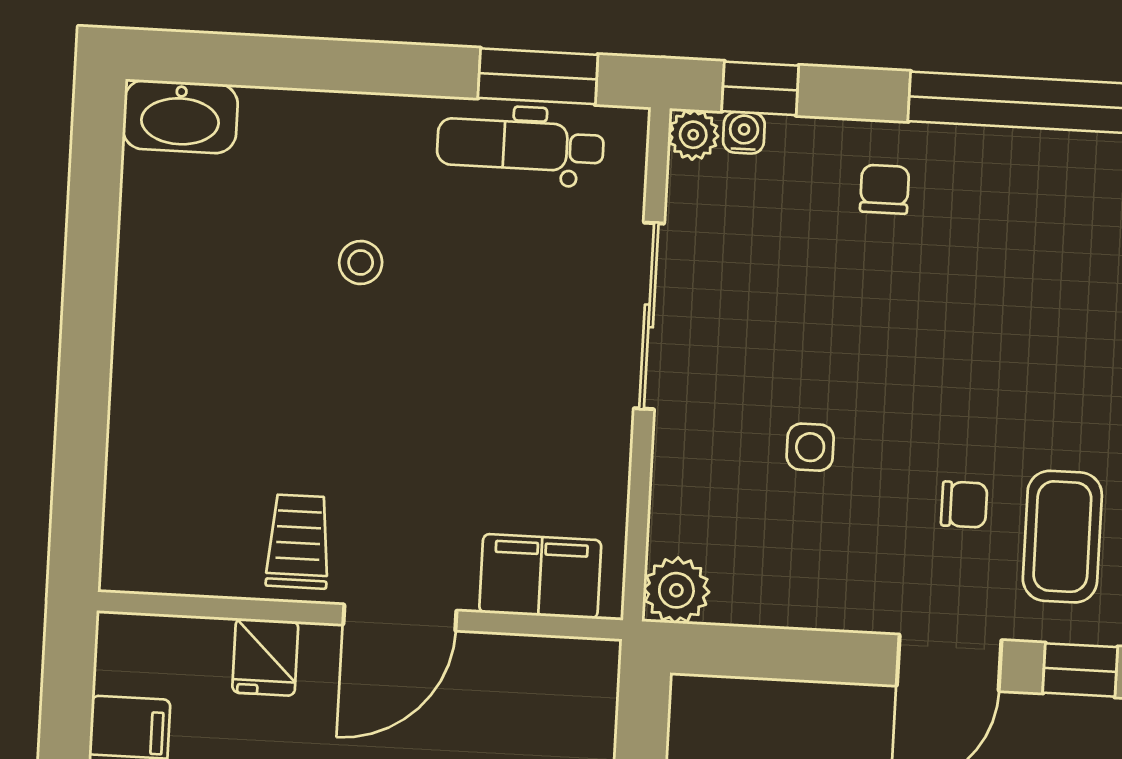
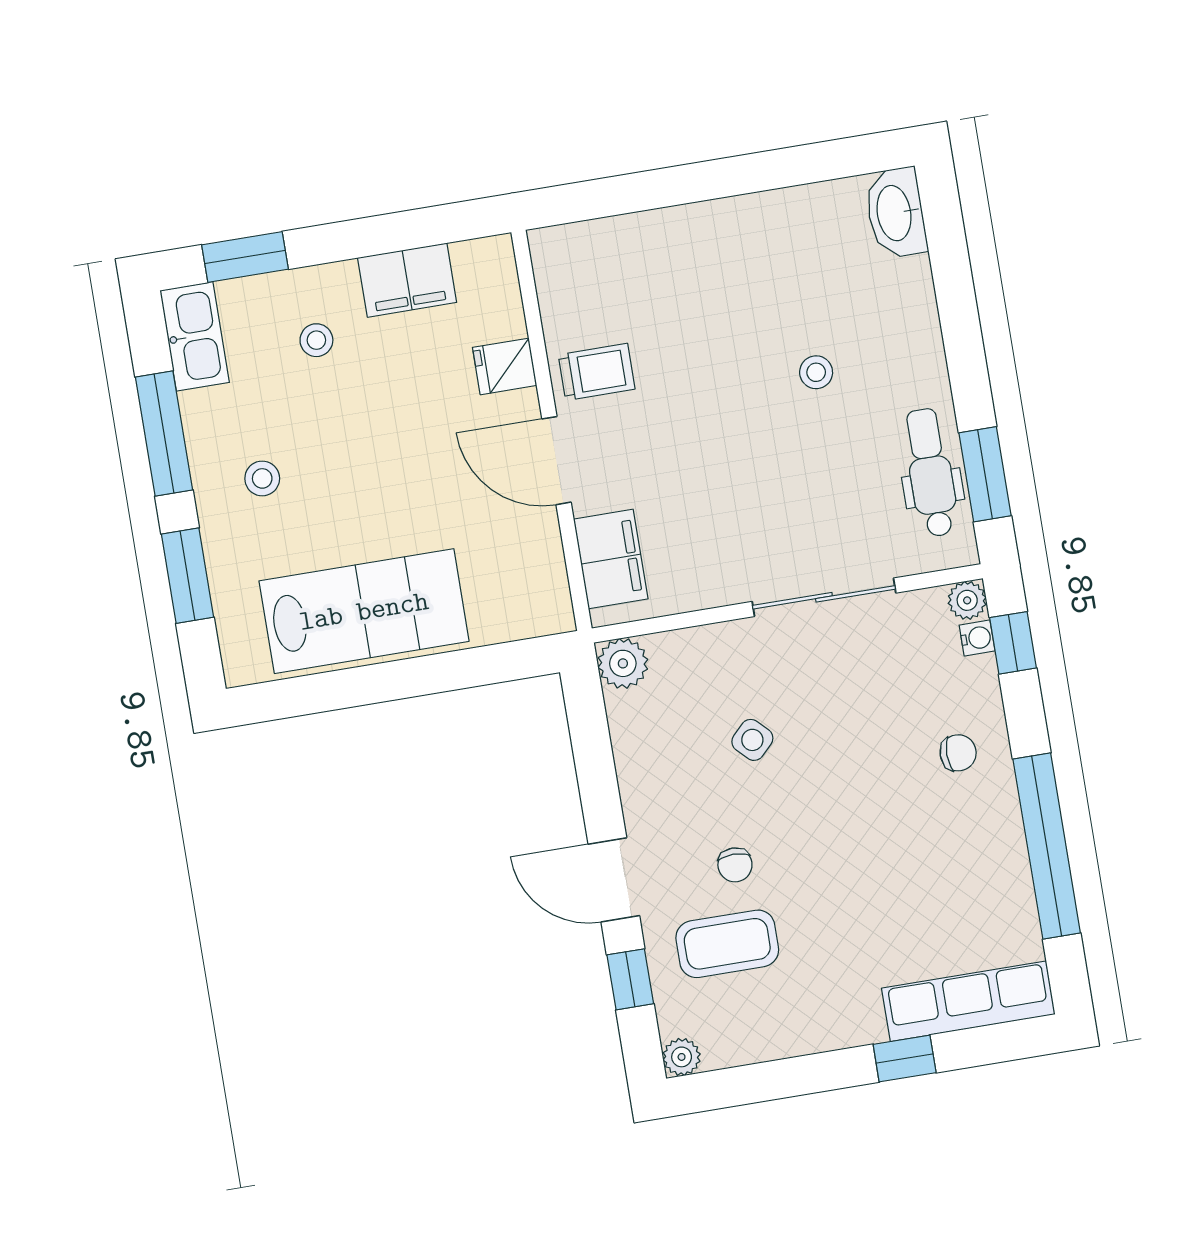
side table: (810, 447) -> (752, 740), turned 45

